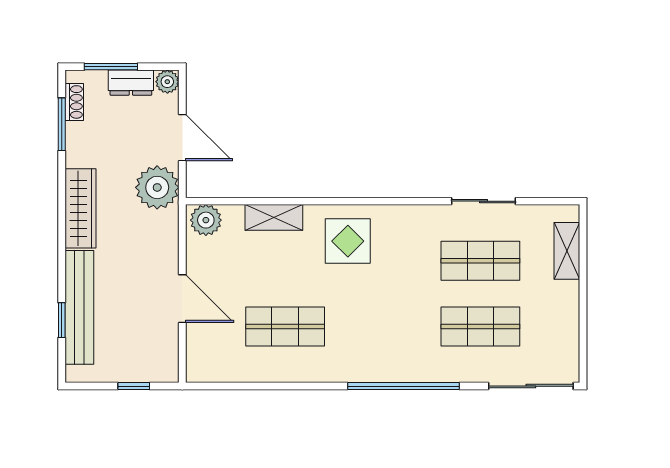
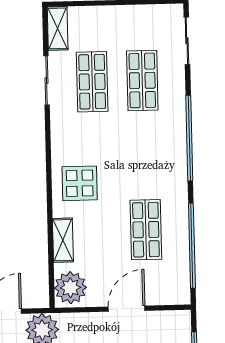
plant: (206, 220) -> (70, 288), width x1.36, depth x1.36
shelving: (567, 251) -> (58, 28), moved, turned 90
window: (263, 386) -> (192, 246), added
sliding door: (531, 386) -> (187, 41), width x0.73

